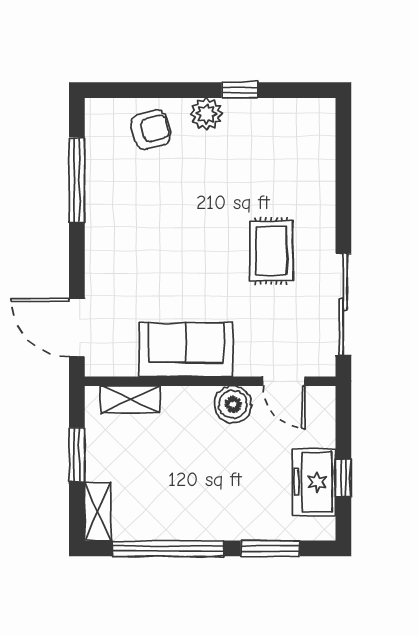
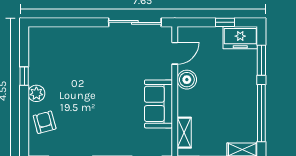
rug: (271, 251) -> (107, 60), removed
freezer: (314, 482) -> (240, 38), moved

